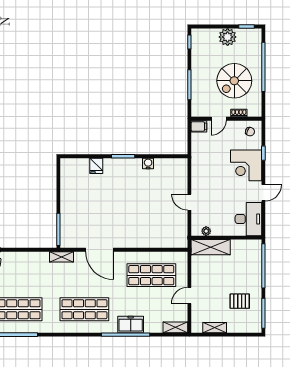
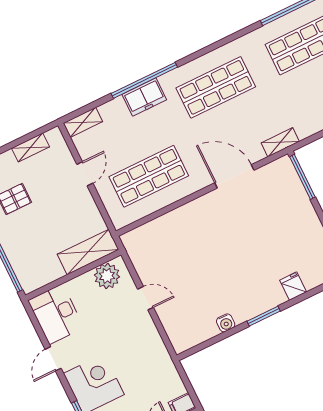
plant: (206, 231) -> (107, 276), width x1.87, depth x1.87

